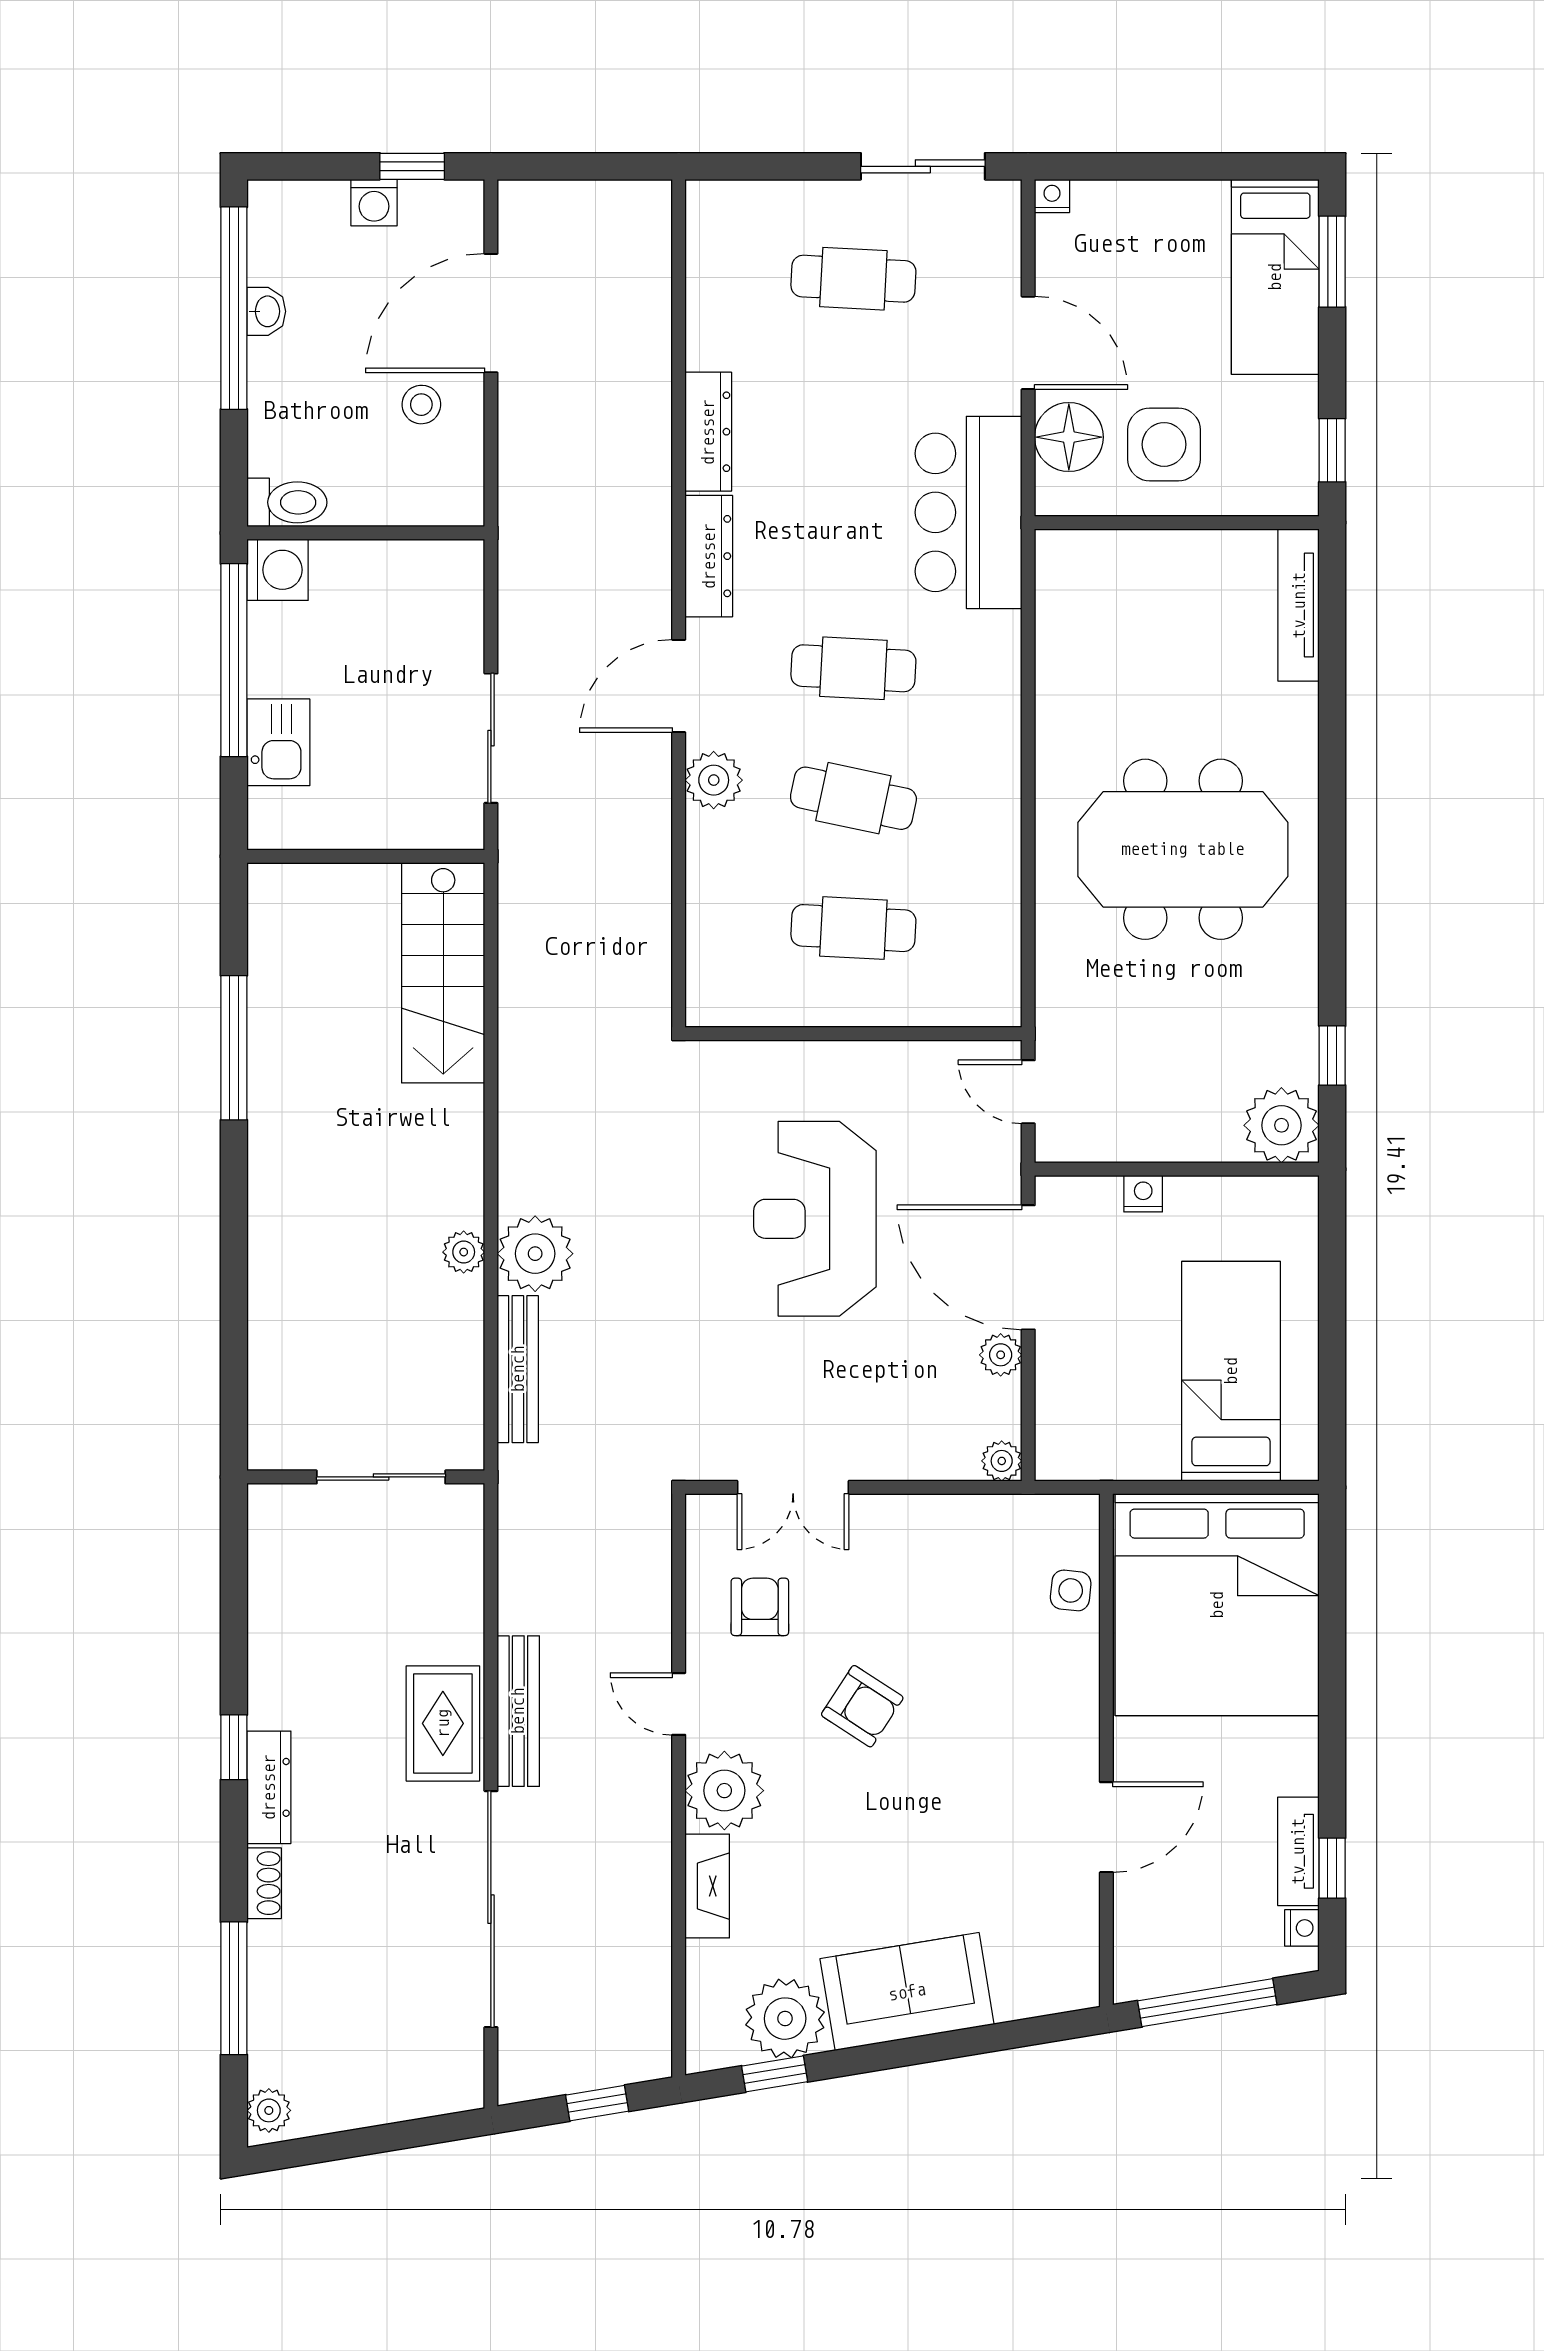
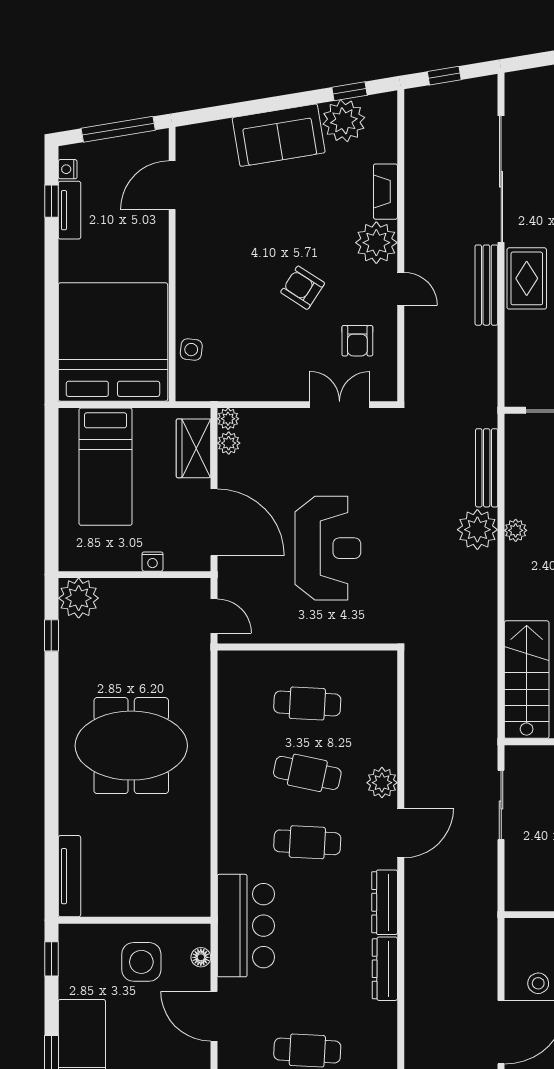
floor lamp: (1069, 437) -> (201, 957), width x0.53, depth x0.53
plant: (1001, 1355) -> (229, 443), moved
wardrobe: (1066, 1406) -> (193, 448), added
door: (1106, 1827) -> (172, 185), moved

